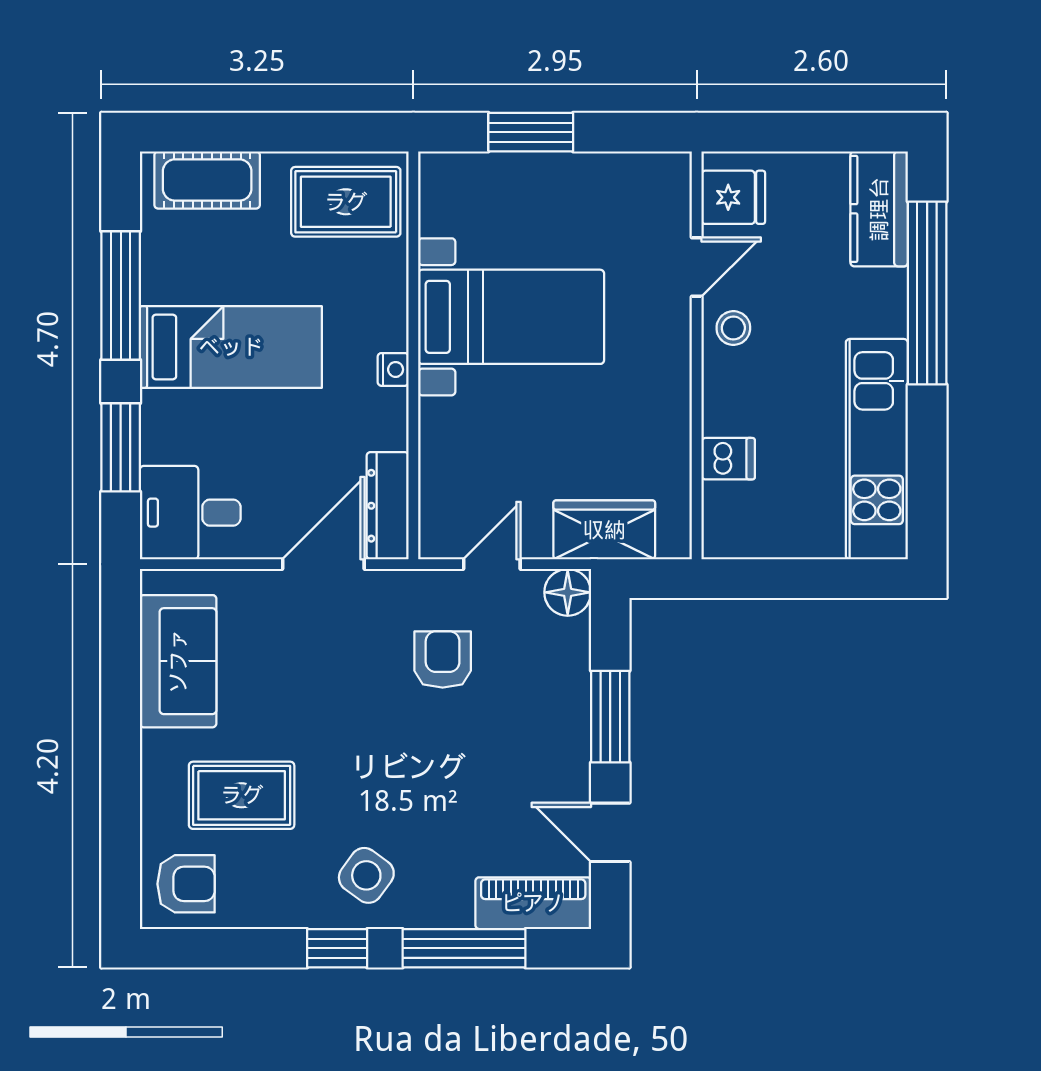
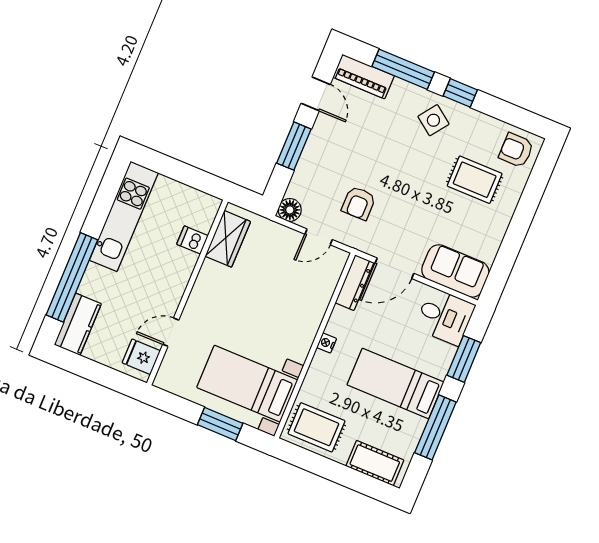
bed with nightstands: (511, 317) -> (247, 384), moved
stool: (733, 328) -> (166, 298), removed
wardrobe: (604, 530) -> (228, 239), moved, turned -90
sofa: (178, 661) -> (455, 271), moved, turned 90

